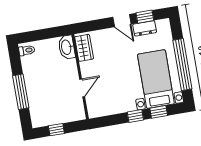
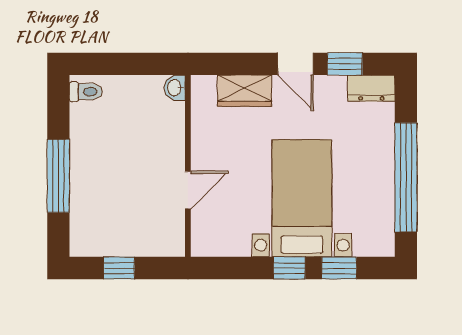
dresser: (145, 28) -> (371, 88), moved
washbasin: (67, 47) -> (175, 88), width x0.52, depth x0.69
wardrobe: (84, 48) -> (244, 91), moved, turned 90
bed with nightstands: (156, 79) -> (302, 198), moved

